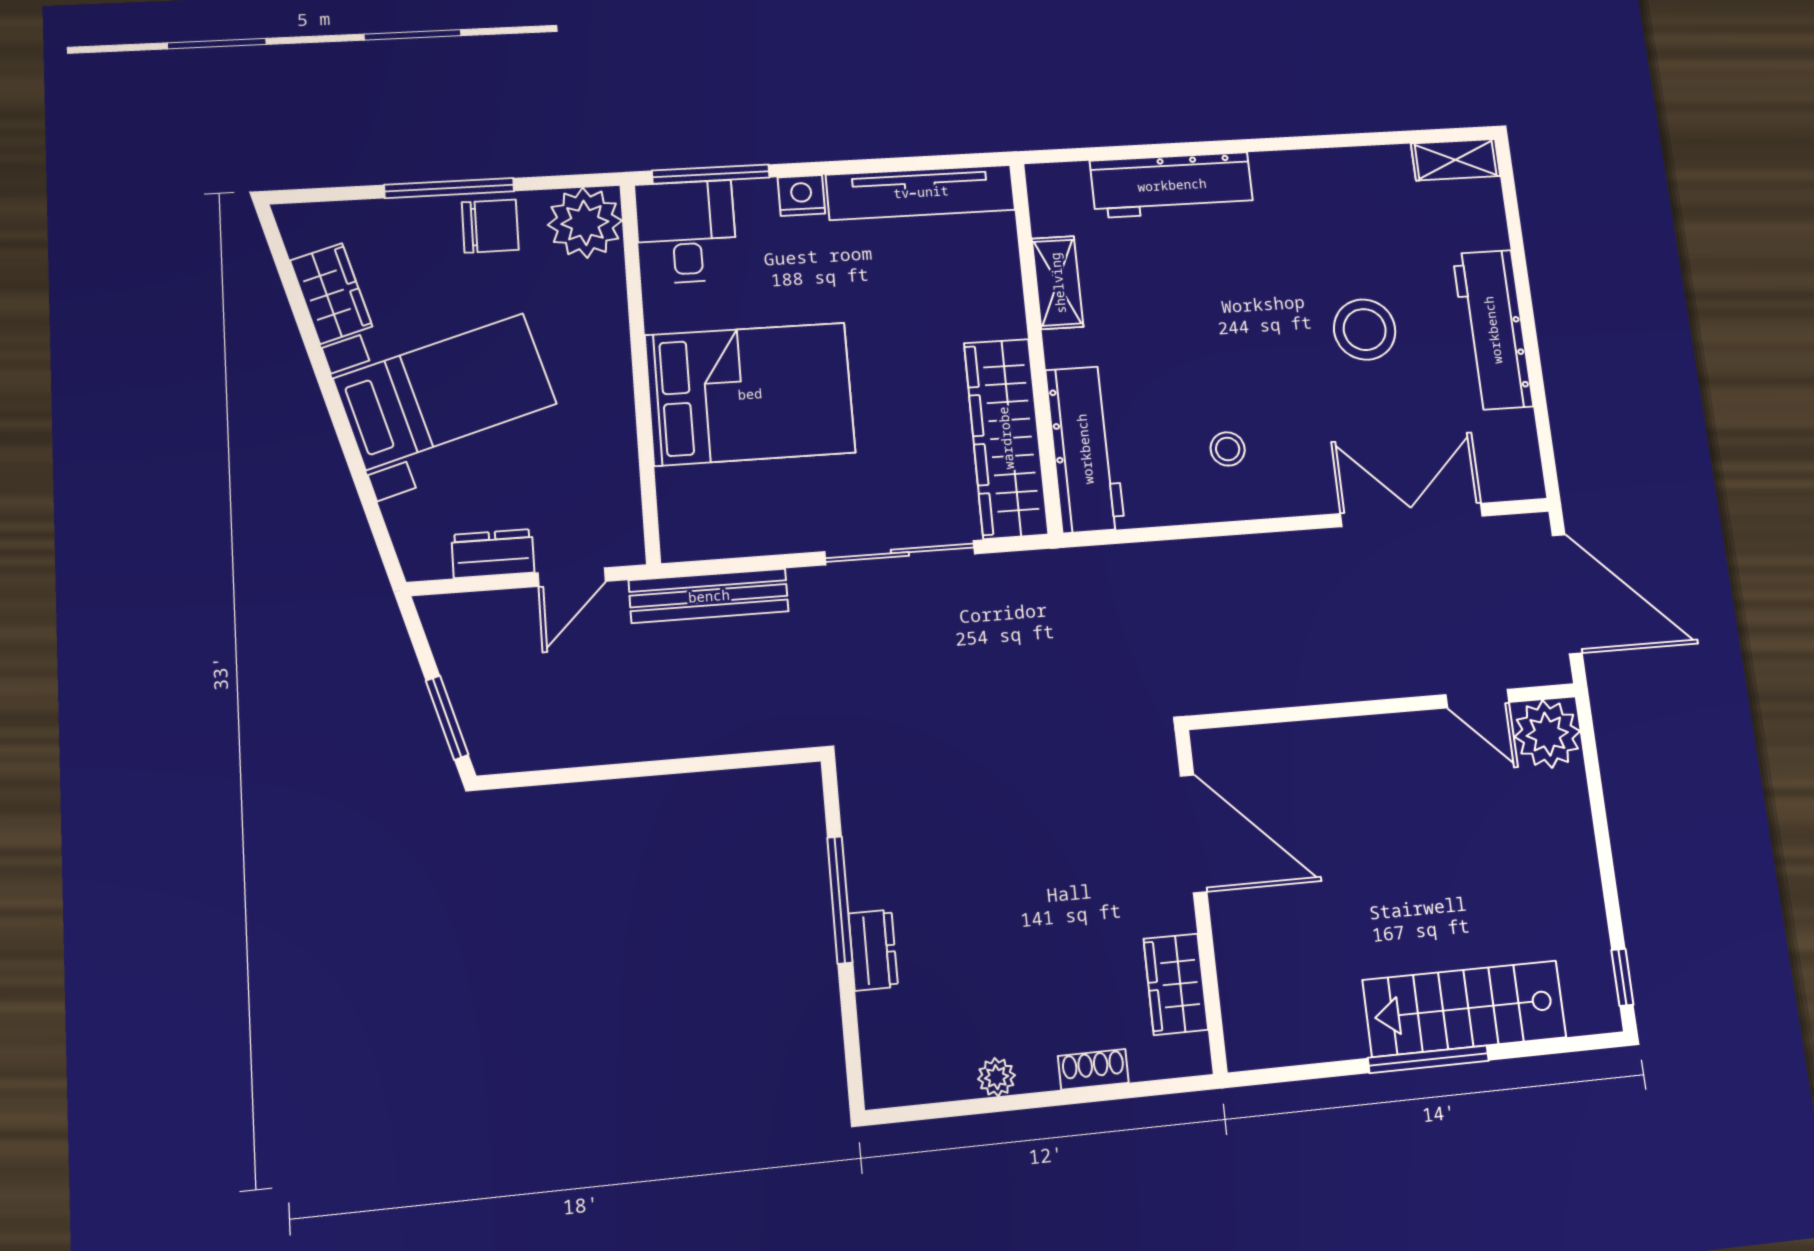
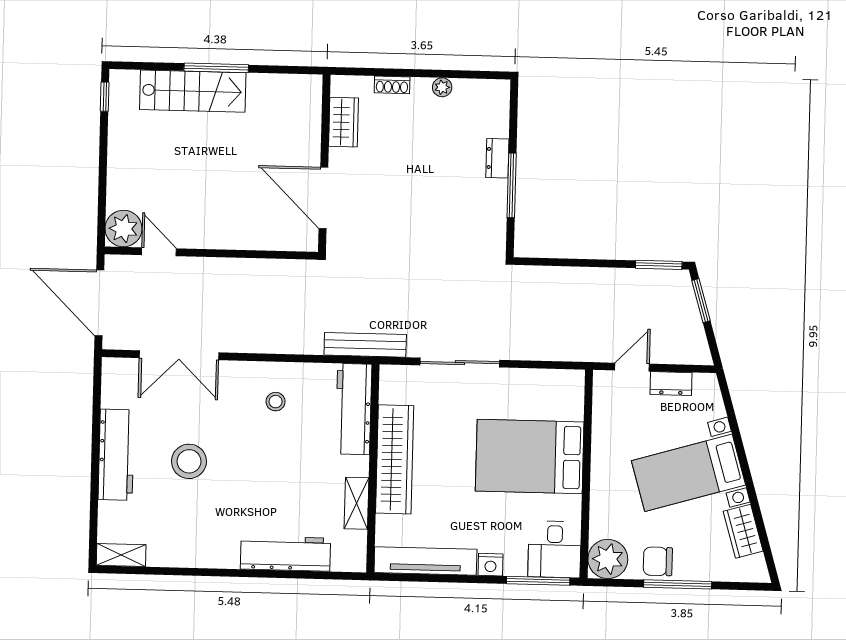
wardrobe: (1006, 438) -> (395, 459), moved
bench: (709, 596) -> (365, 345), moved
window: (537, 778) -> (659, 265), added

